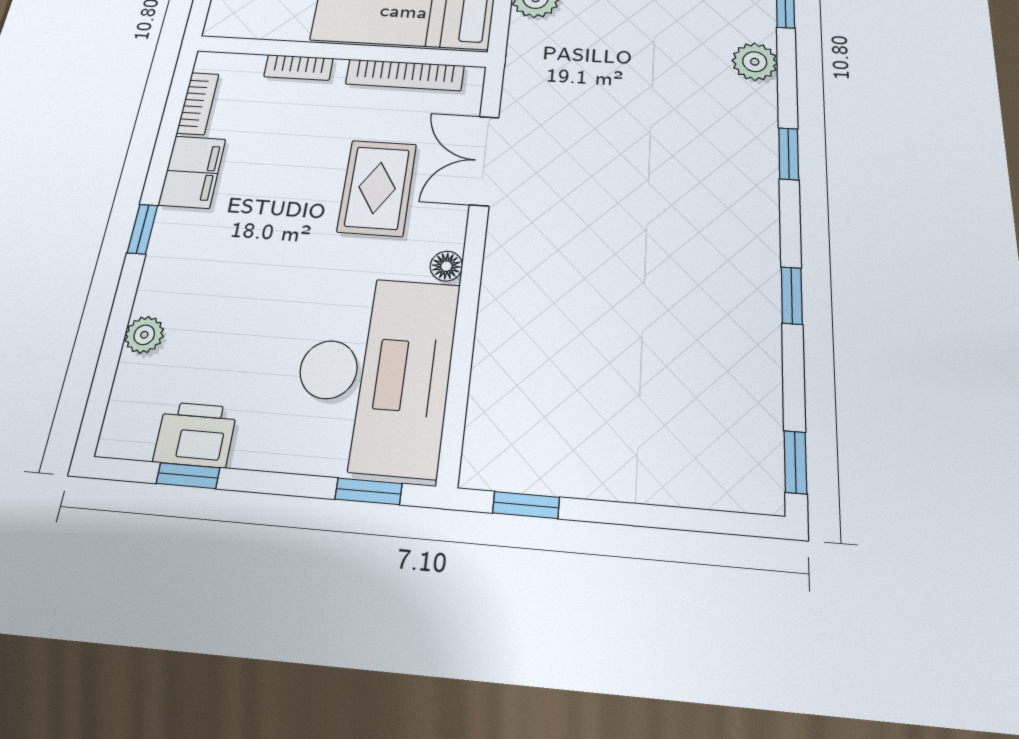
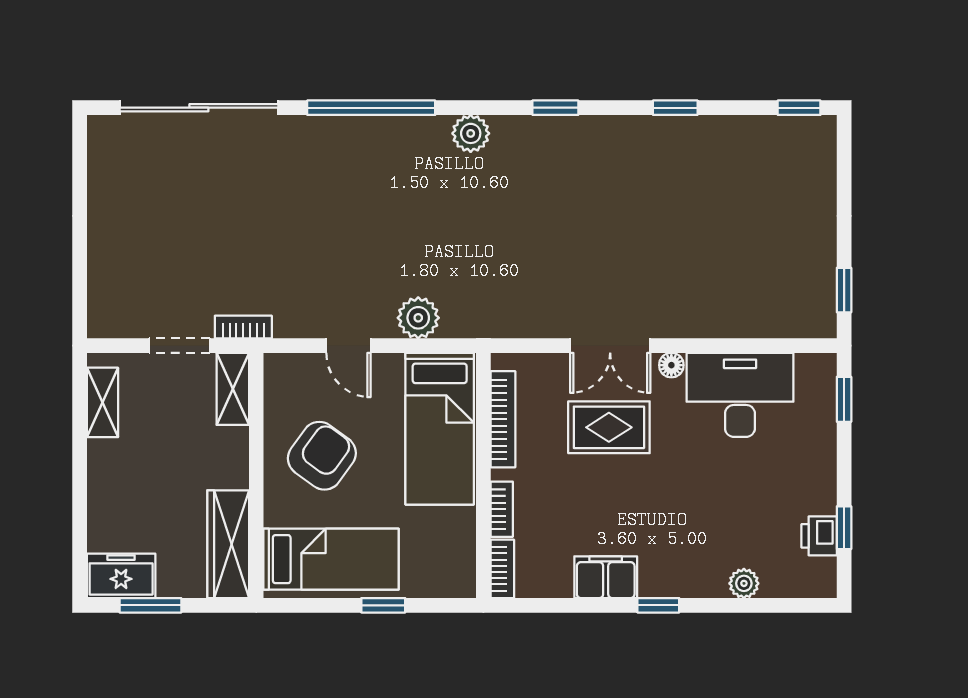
bookcase: (198, 103) -> (502, 569), moved, turned 90
double door: (484, 161) -> (610, 346), moved
desk: (374, 373) -> (740, 395), width x0.73, depth x0.77
printer: (195, 435) -> (819, 536), width x0.73, depth x0.81

